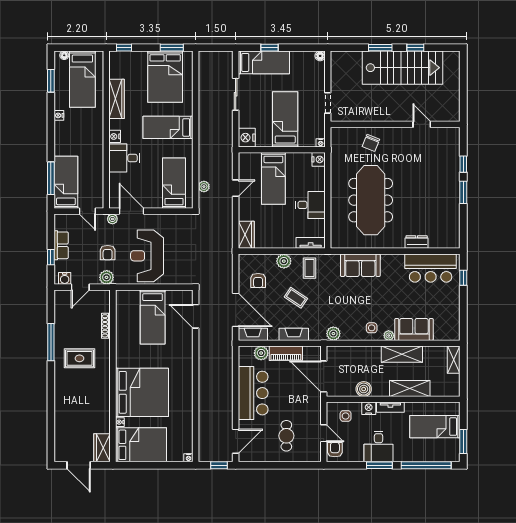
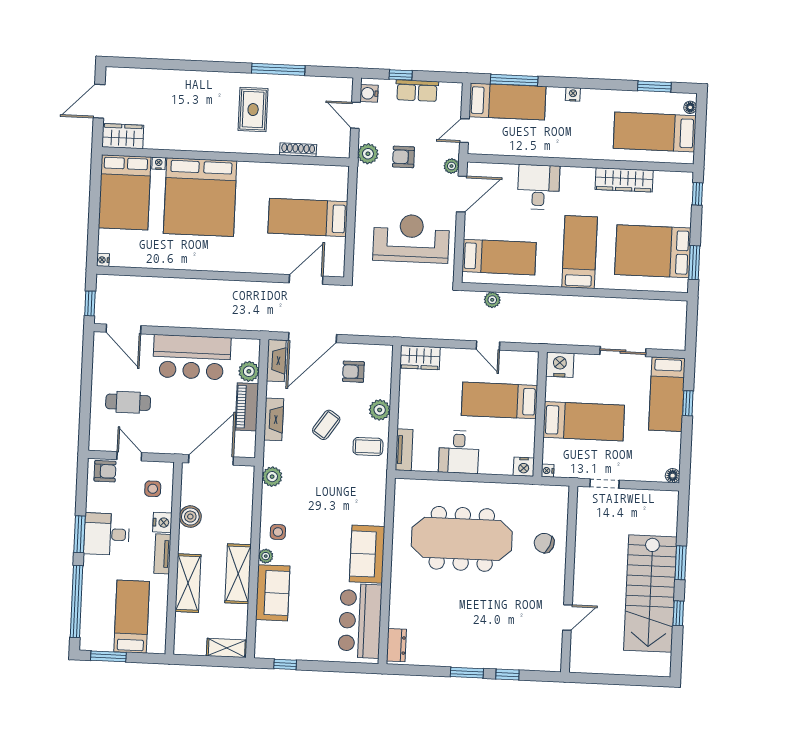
nightstand: (59, 115) -> (573, 94), moved
nightstand: (115, 136) -> (570, 175), removed
dresser: (417, 242) -> (396, 645), moved
reception desk: (147, 256) -> (411, 238), moved
sofa: (360, 265) -> (367, 554), moved
window: (463, 278) -> (285, 664), moved
door: (324, 433) -> (129, 456), swing flipped

